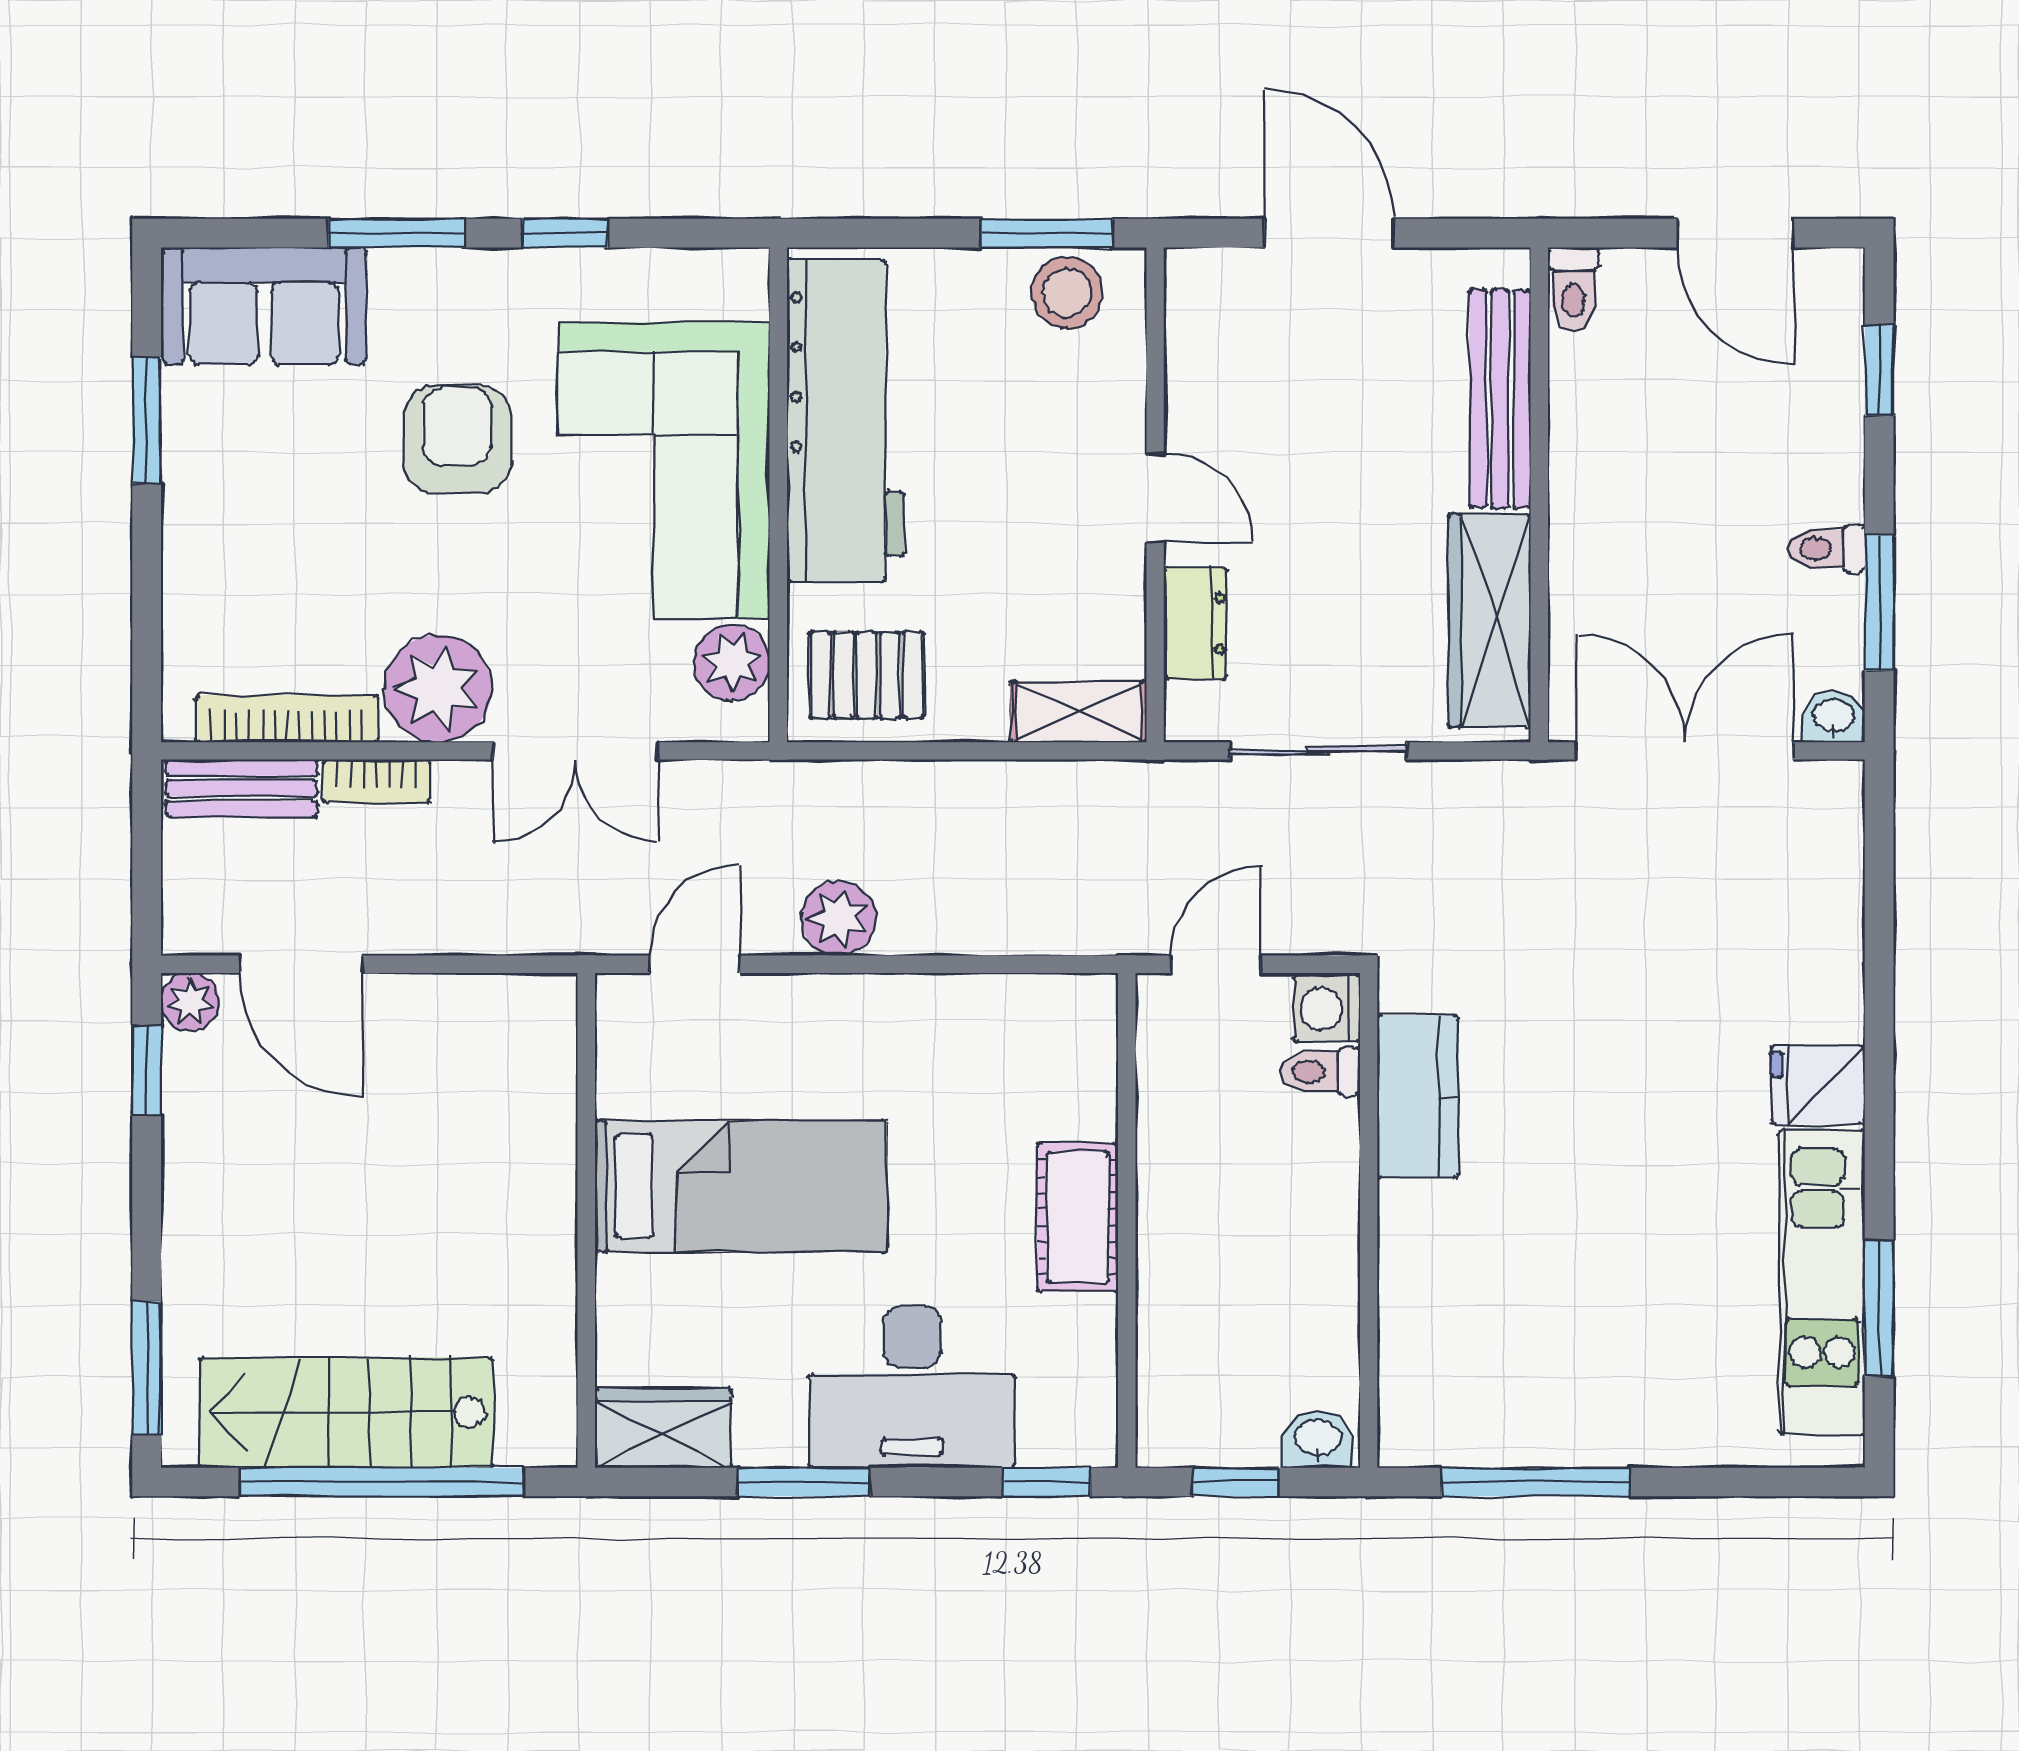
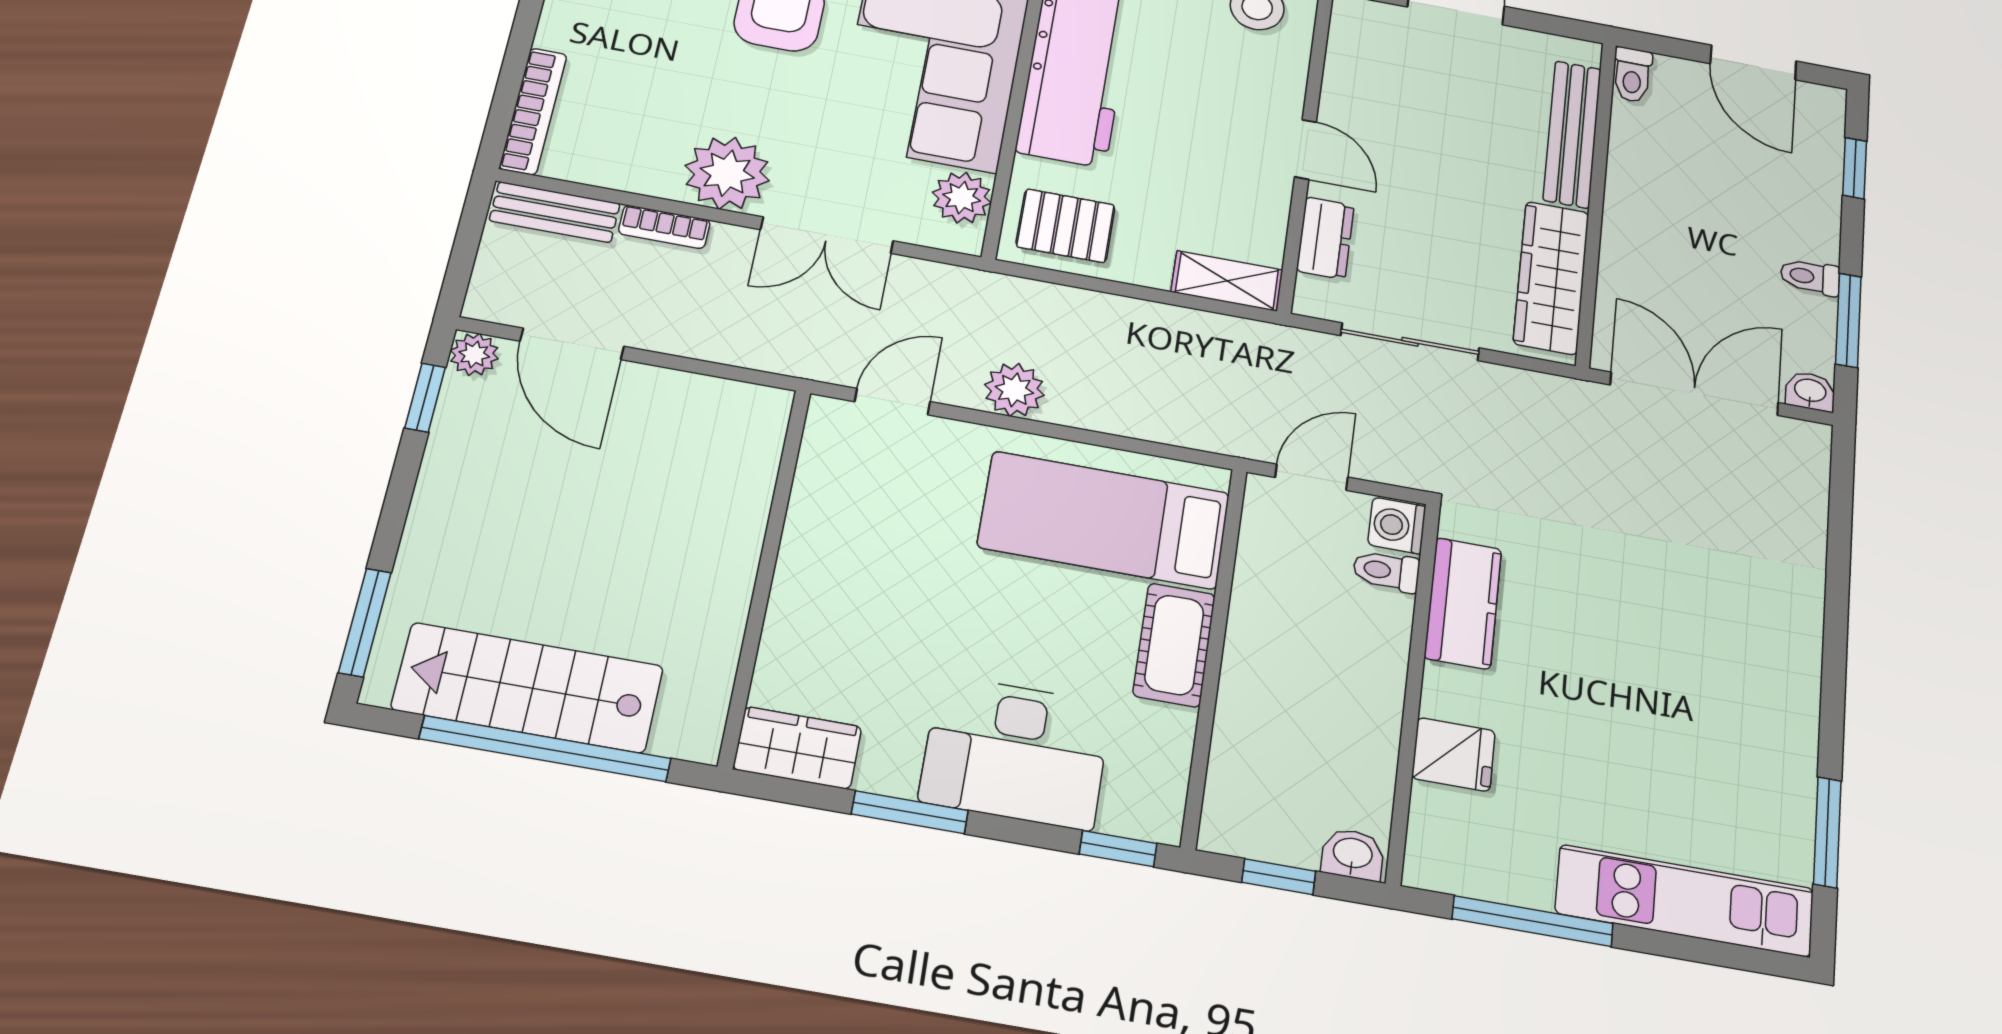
bookcase: (287, 719) -> (533, 111), moved, turned 90
fridge: (1818, 1085) -> (1454, 754), moved, turned 180
bed: (741, 1186) -> (1104, 520), moved, turned 180
kitchen unit: (1822, 1282) -> (1685, 901), moved, turned 90

